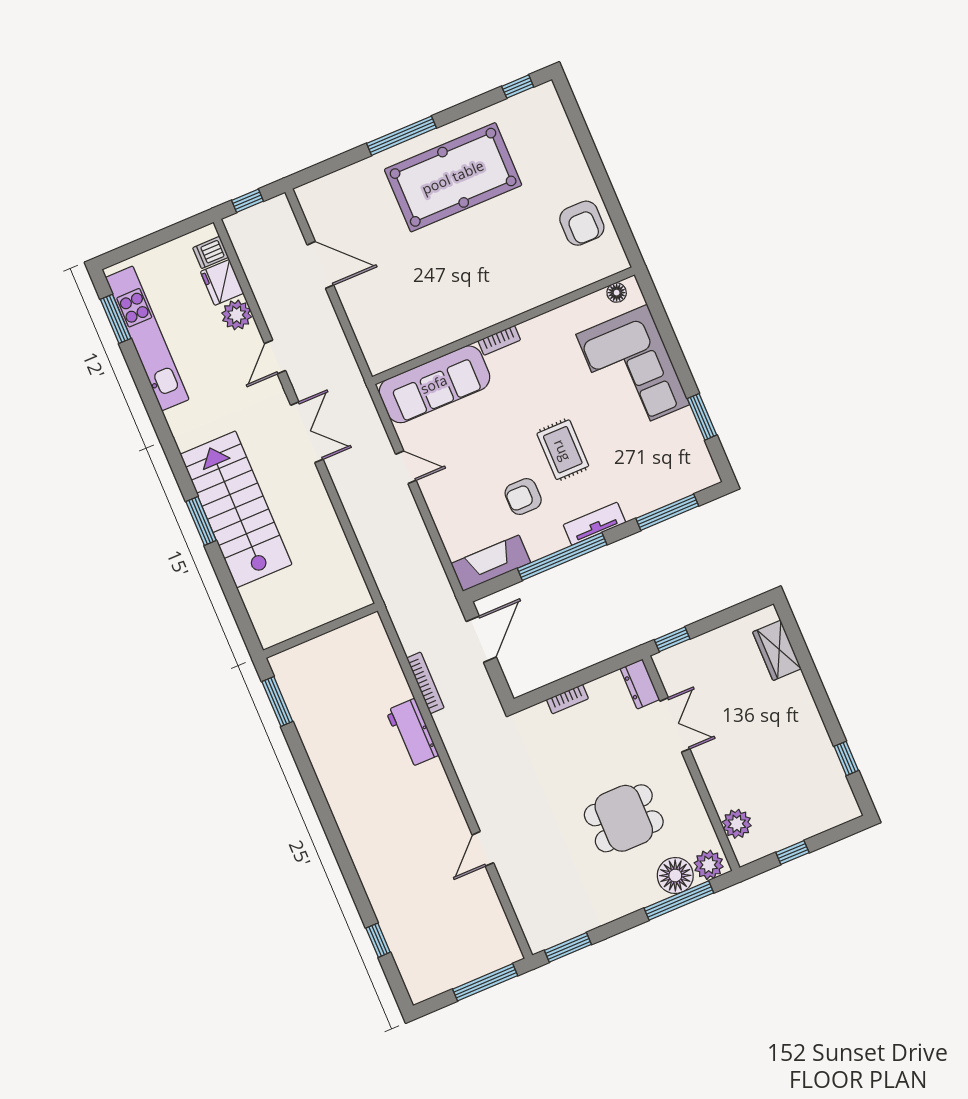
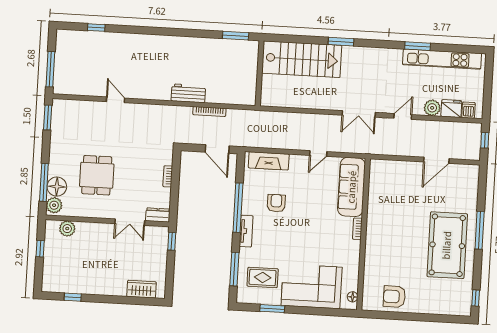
window: (116, 319) -> (418, 46), moved
door: (275, 357) -> (403, 116), hinge flipped
rug: (563, 450) -> (263, 277), moved
stairs: (236, 509) -> (302, 59), moved
fireplace: (491, 563) -> (269, 161), moved, turned 90

